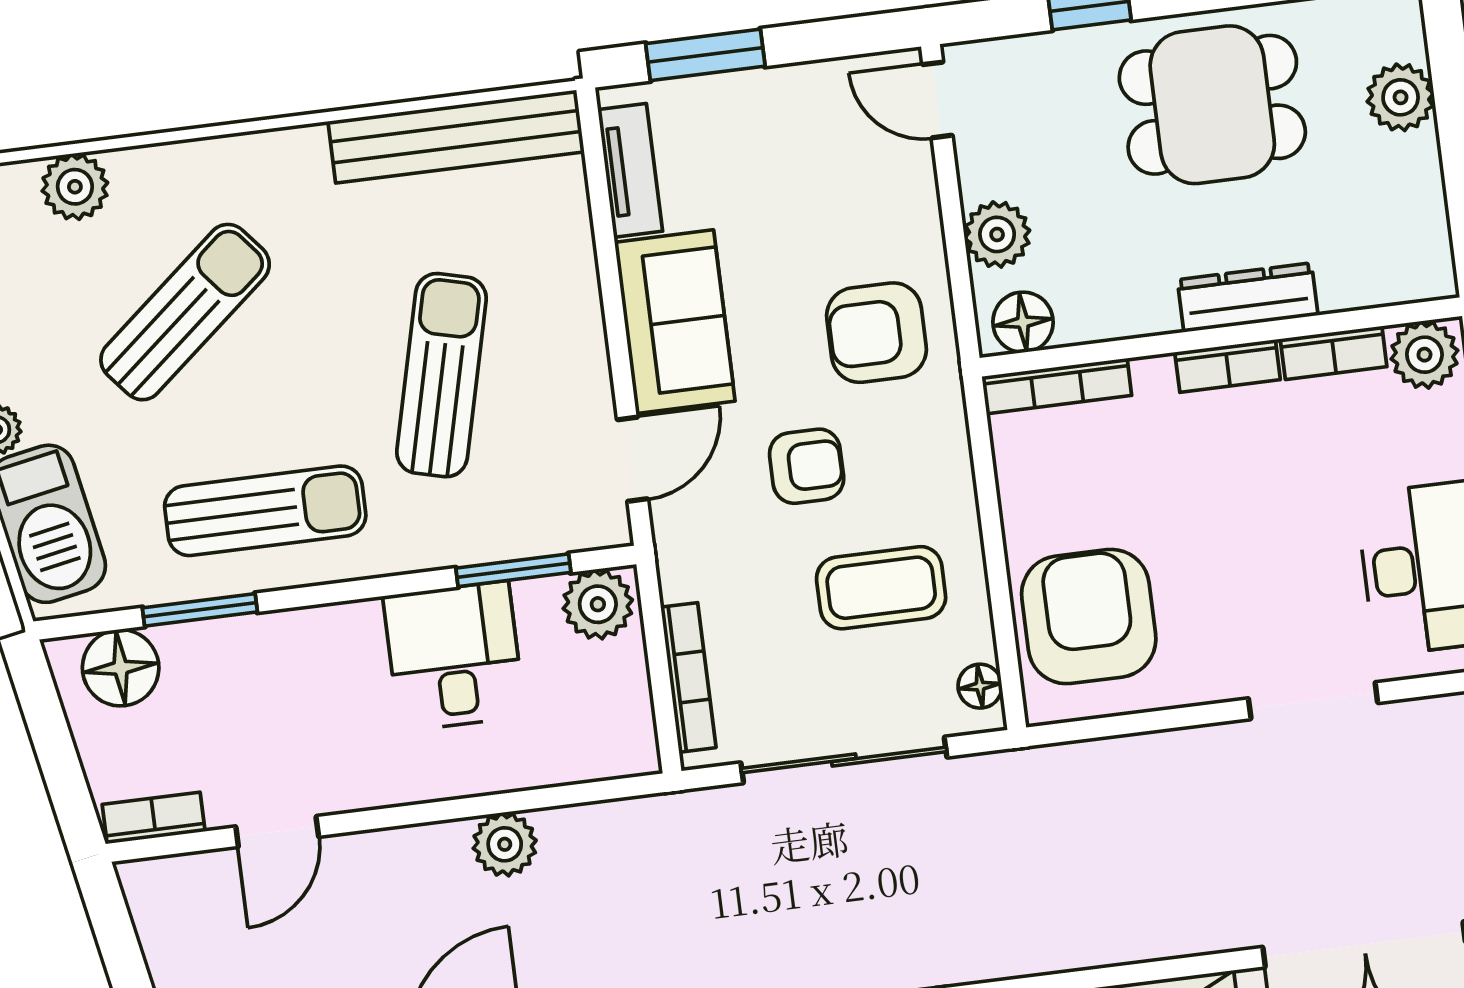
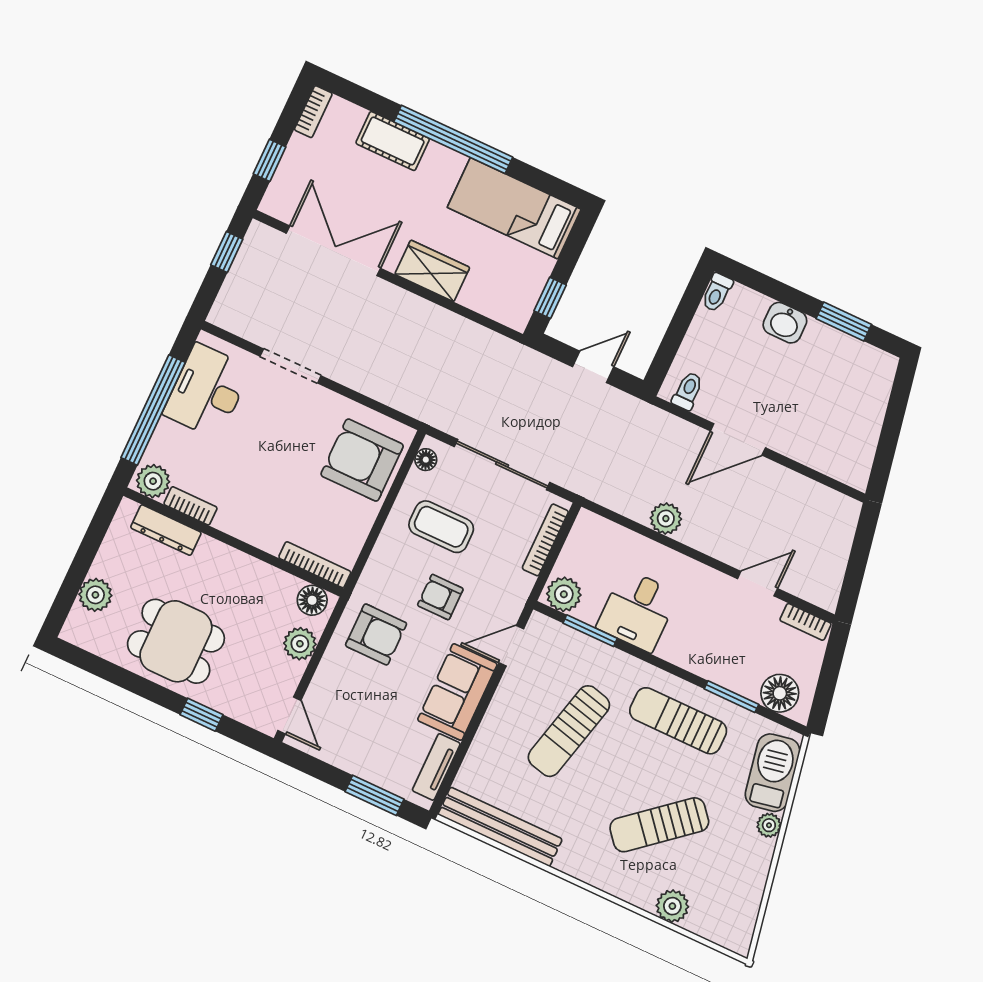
dresser: (1248, 298) -> (166, 530), moved
bookcase: (1228, 366) -> (238, 528), removed
armchair: (1089, 617) -> (362, 460), turned 90

